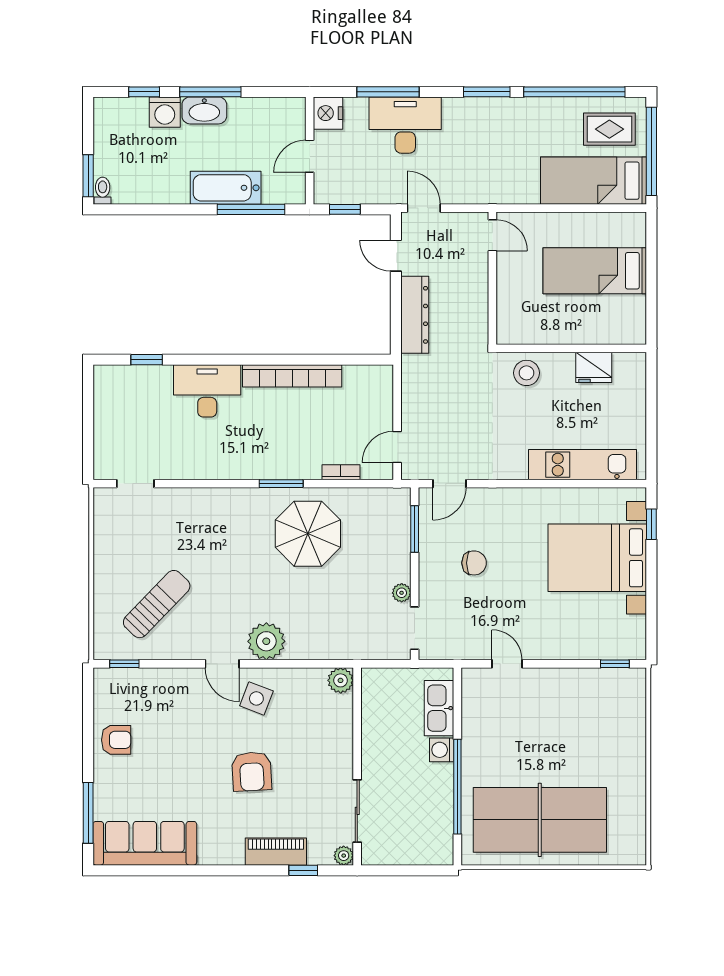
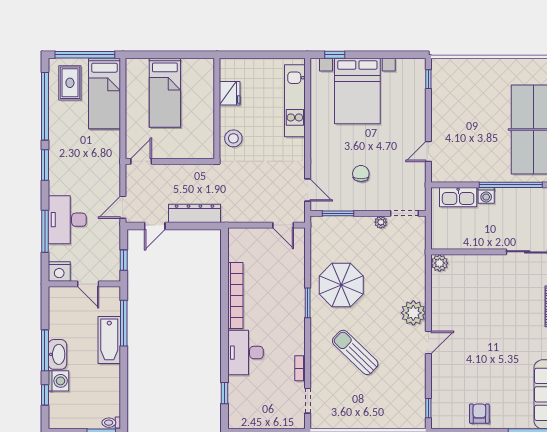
bookcase: (341, 472) -> (300, 368), moved
sun lounger: (157, 604) -> (355, 352), moved
side table: (256, 698) -> (452, 319), removed
armchair: (252, 771) -> (501, 323), removed

